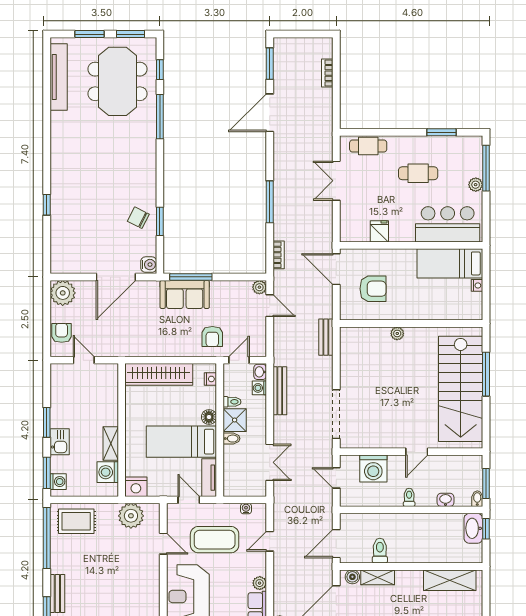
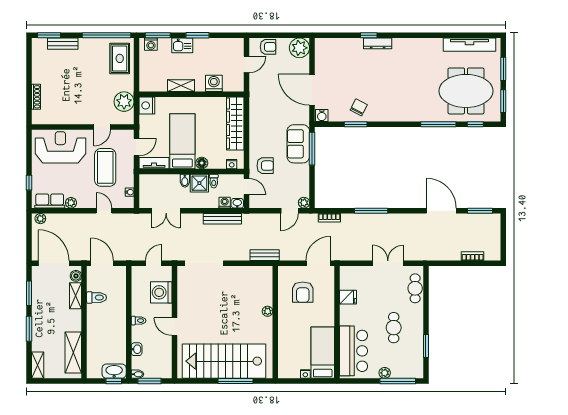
dresser: (57, 194) -> (378, 43), added
armchair: (212, 336) -> (265, 166), turned 180
washing machine: (108, 472) -> (214, 83), moved

